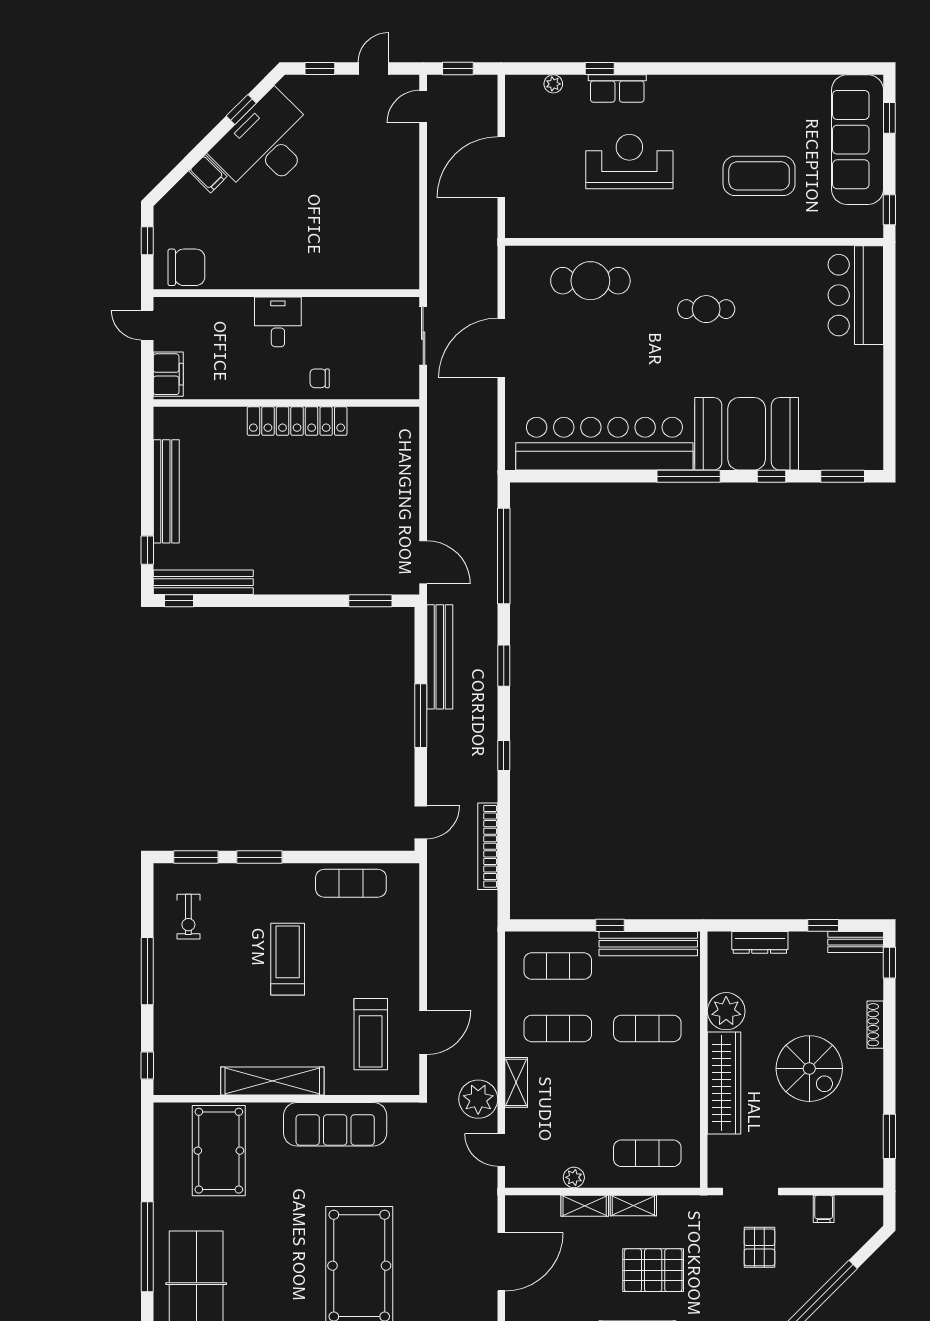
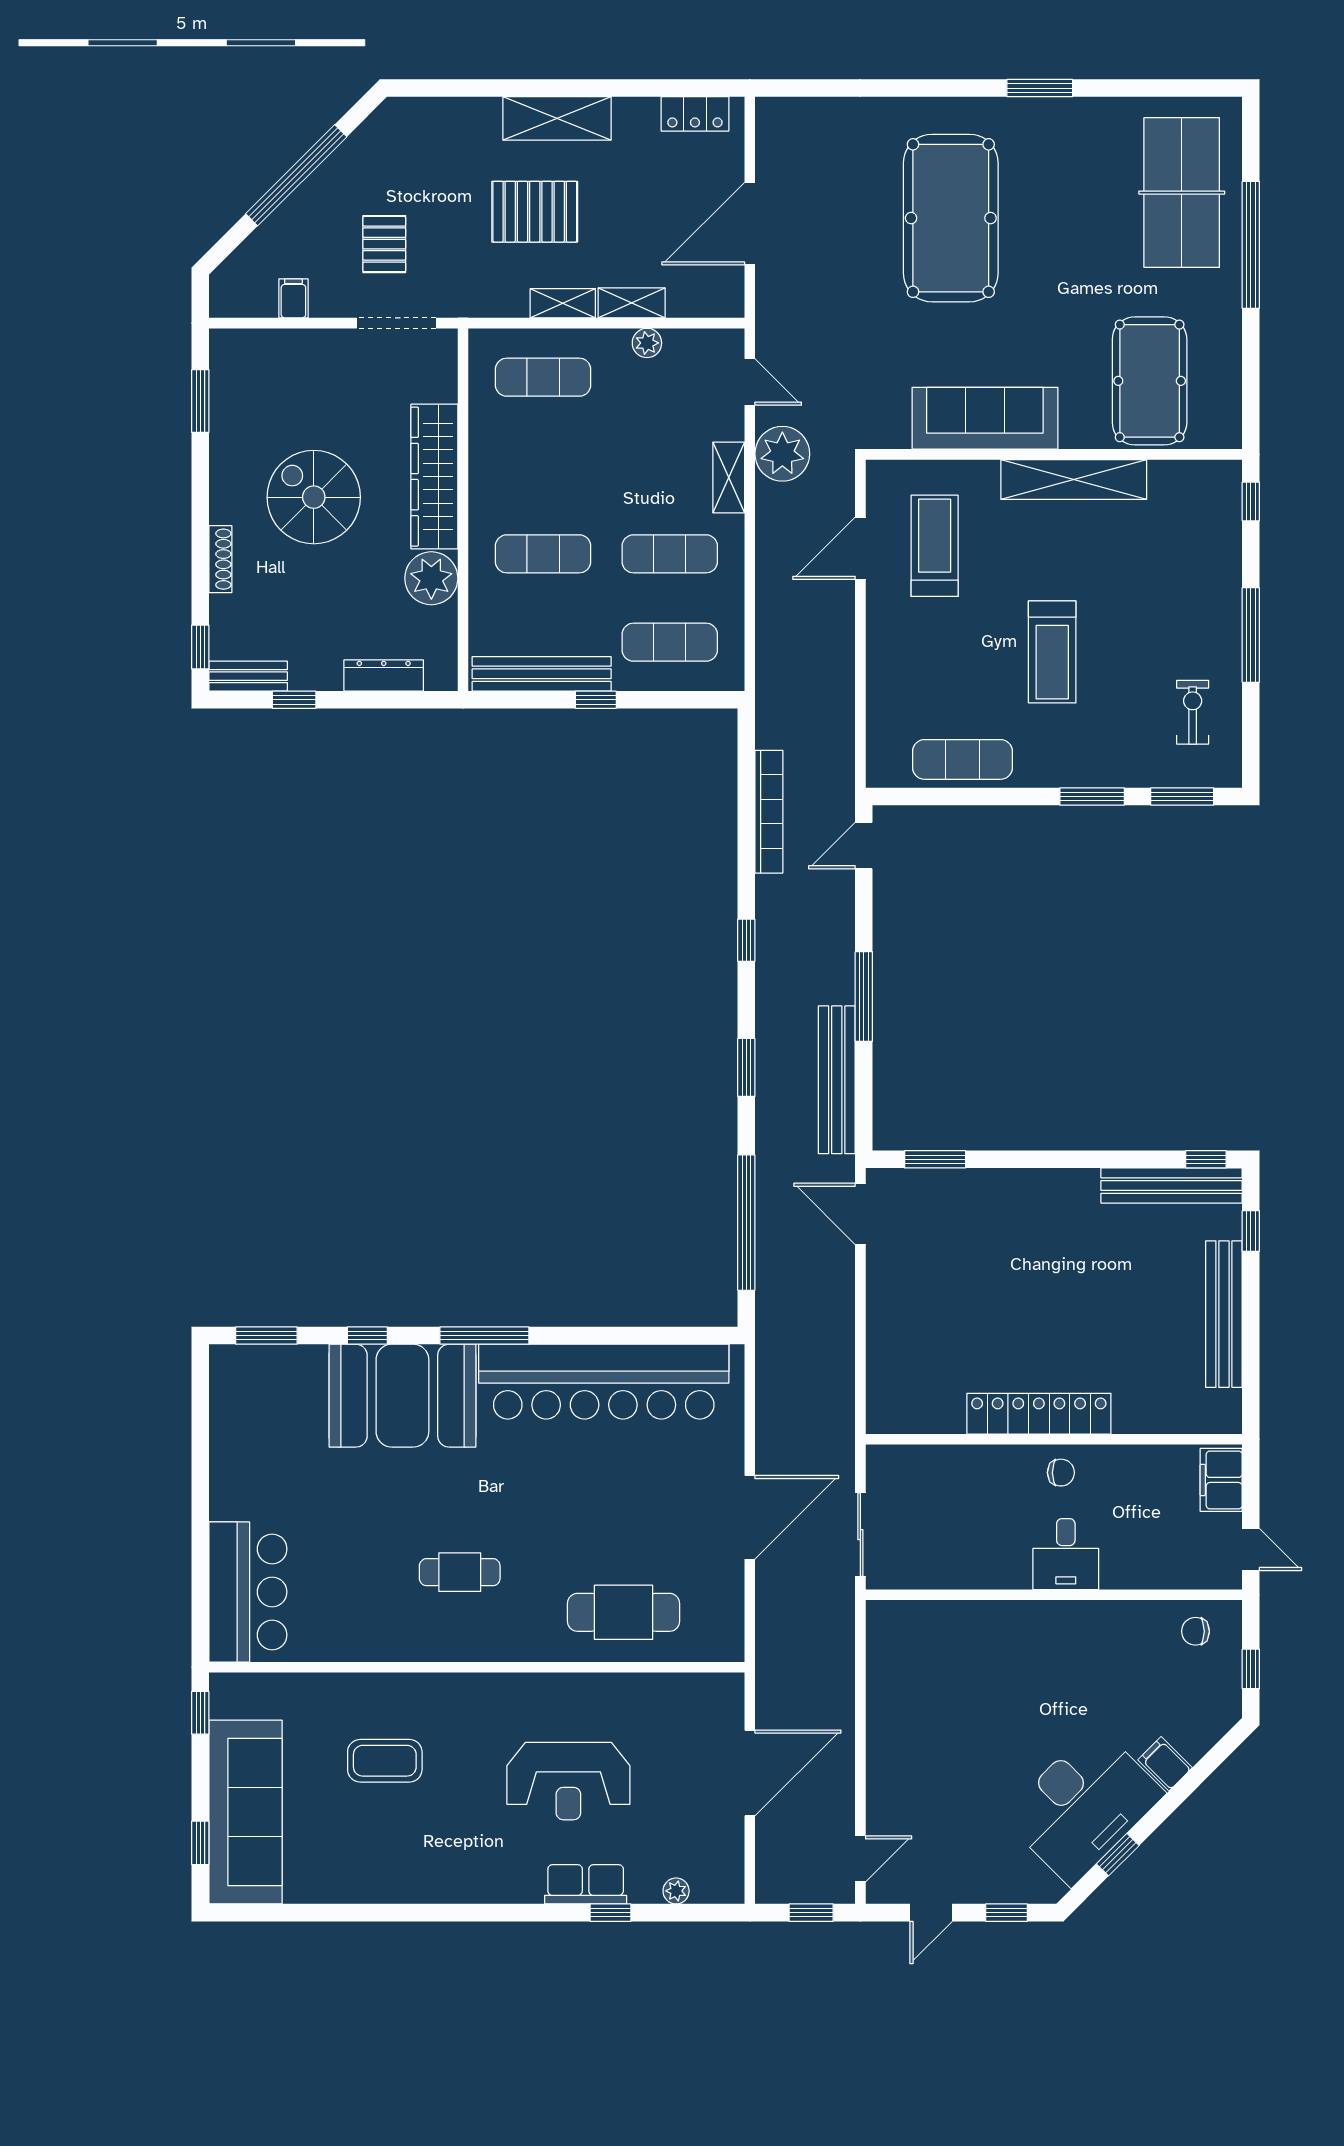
coffee table: (759, 176) -> (385, 1761), width x0.73, depth x0.76
chair: (186, 267) -> (1195, 1631), width x0.54, depth x0.54
chair: (320, 378) -> (1061, 1473), moved

